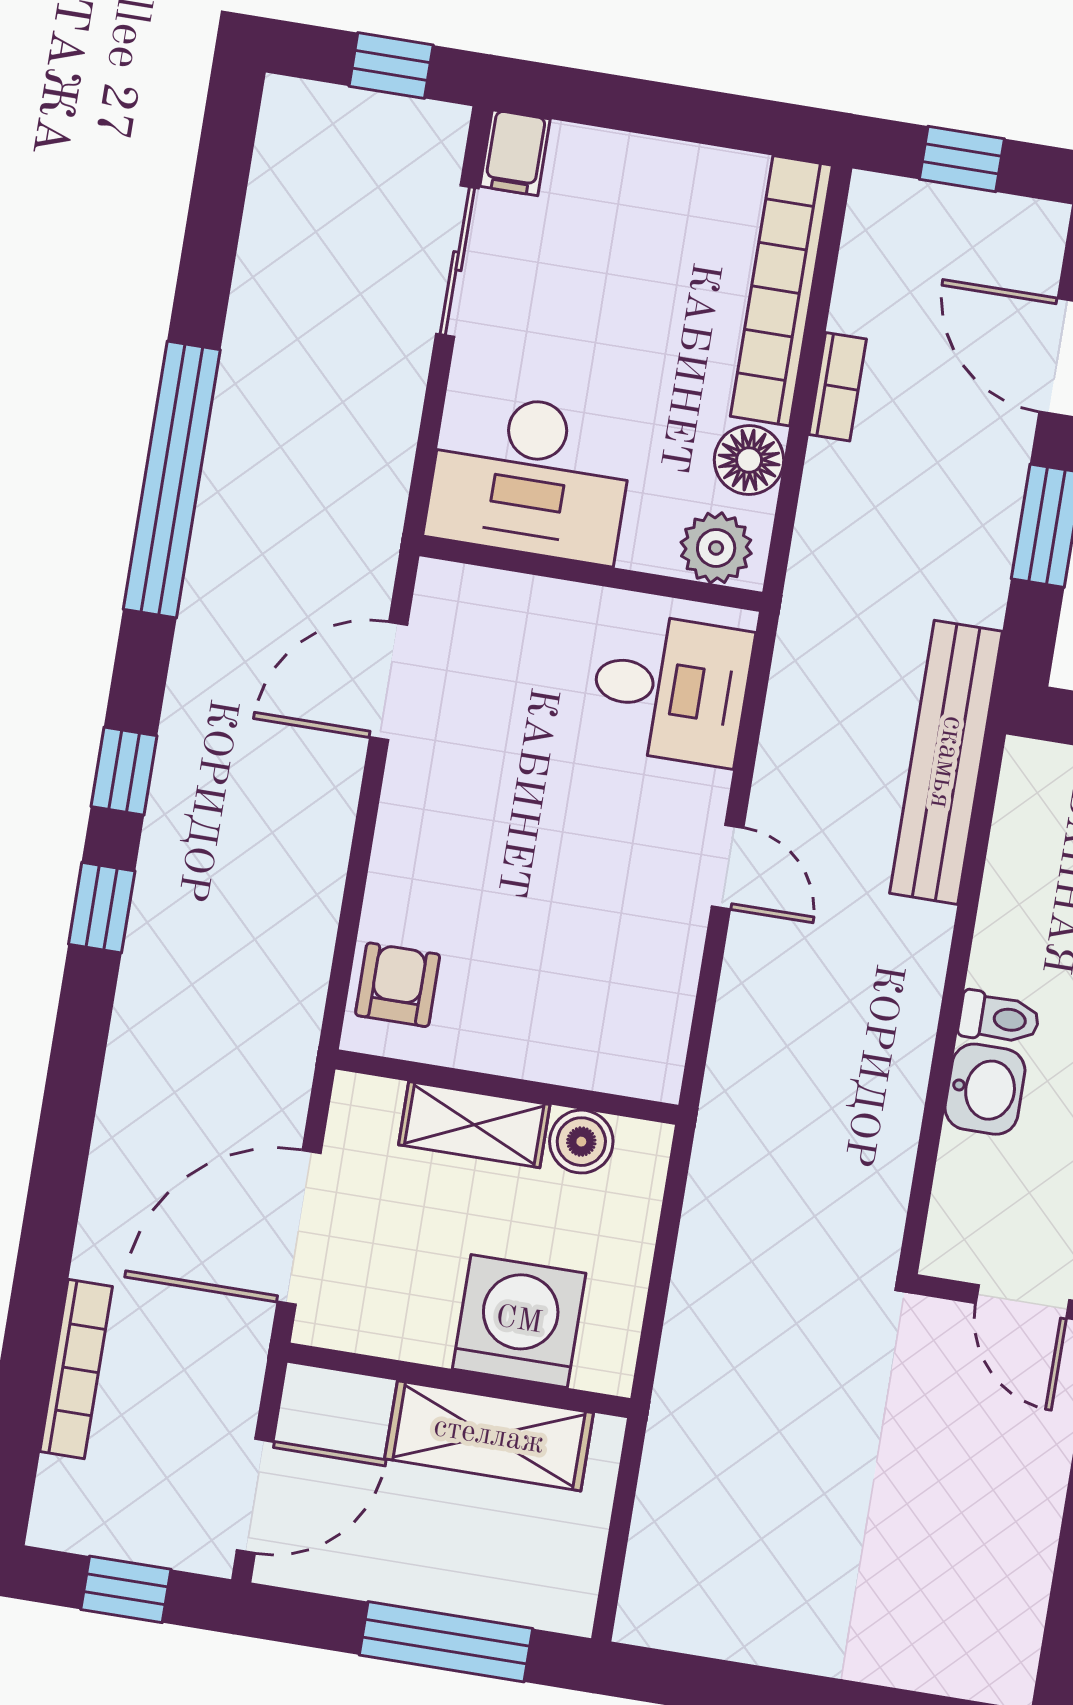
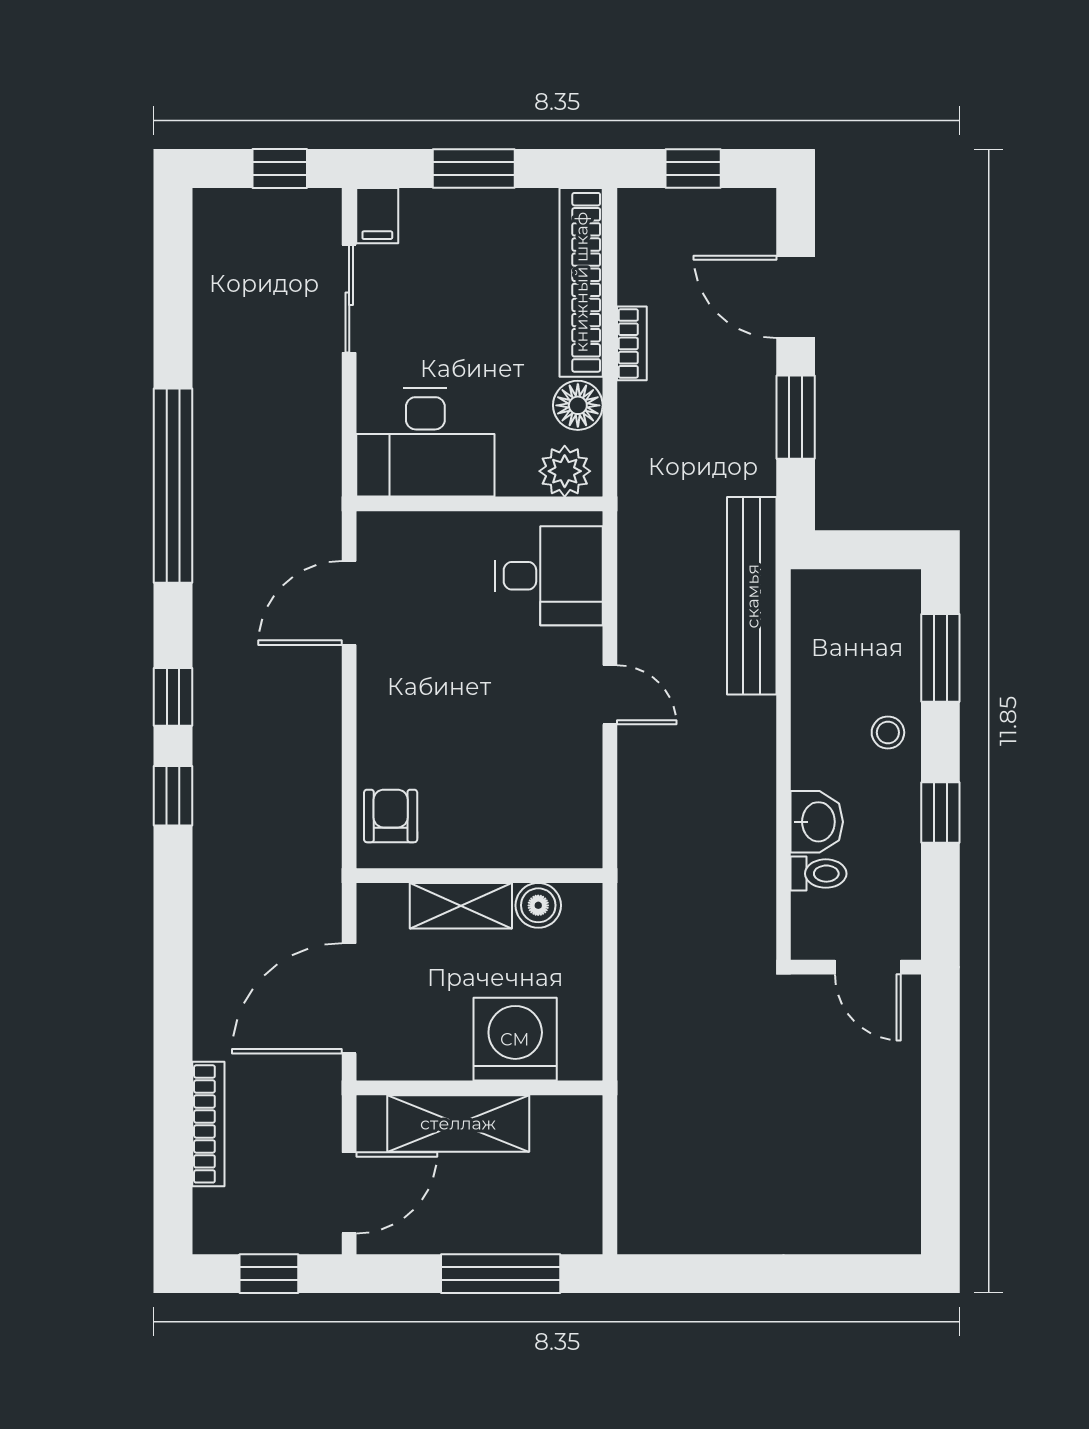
window: (659, 109) -> (474, 169), added
toilet: (999, 1018) -> (819, 874), moved
shelving: (489, 1436) -> (458, 1123), moved

